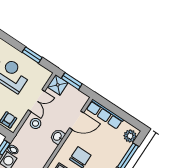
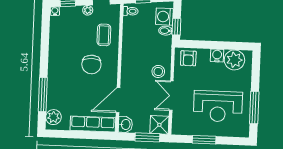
washbasin: (58, 137) -> (125, 124), moved

